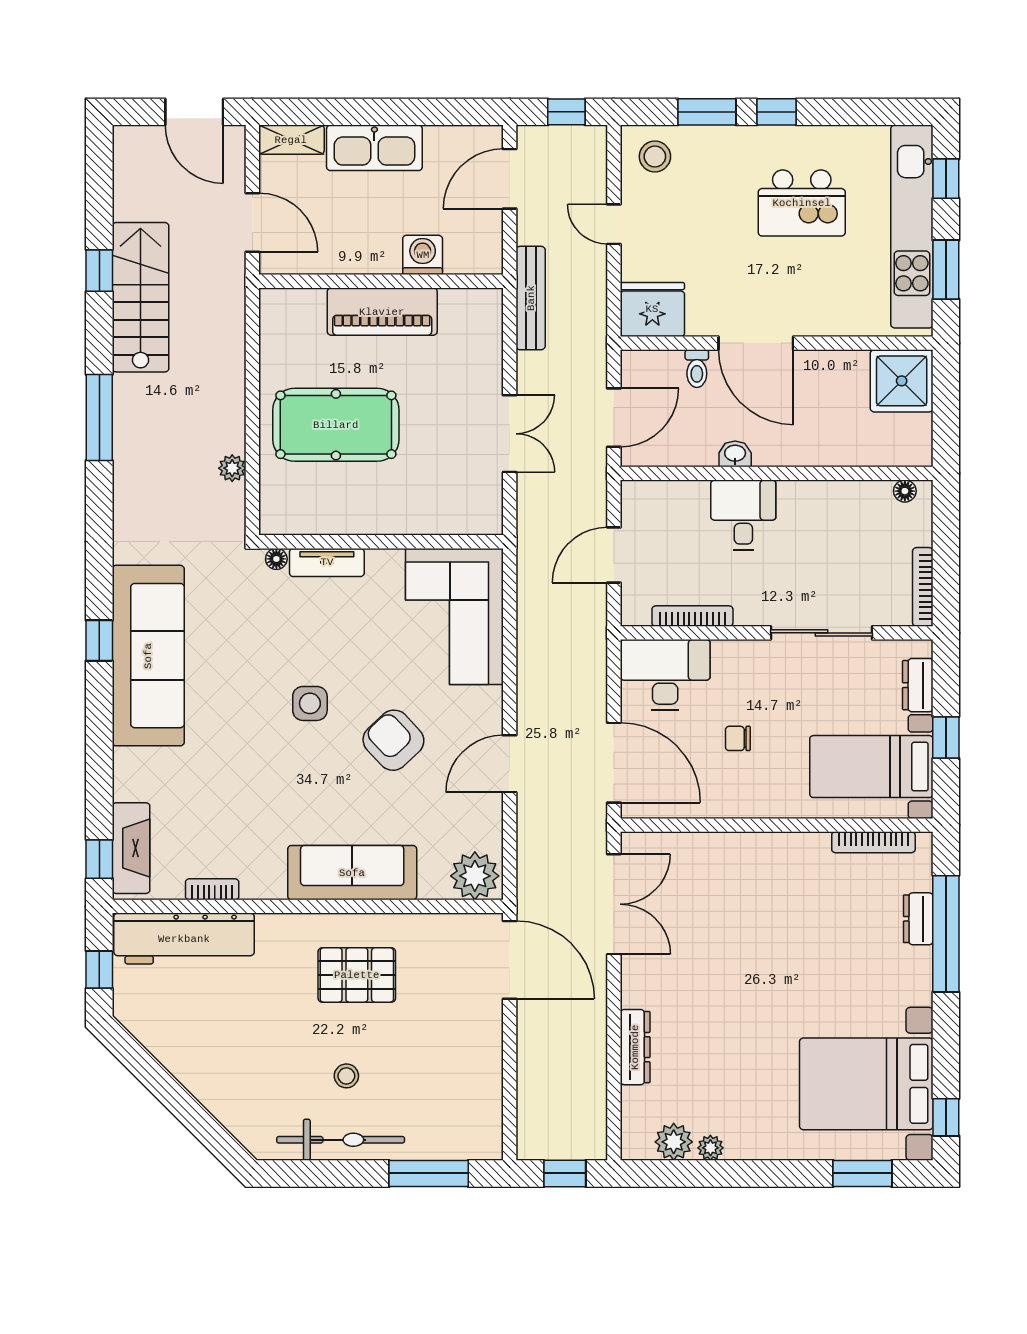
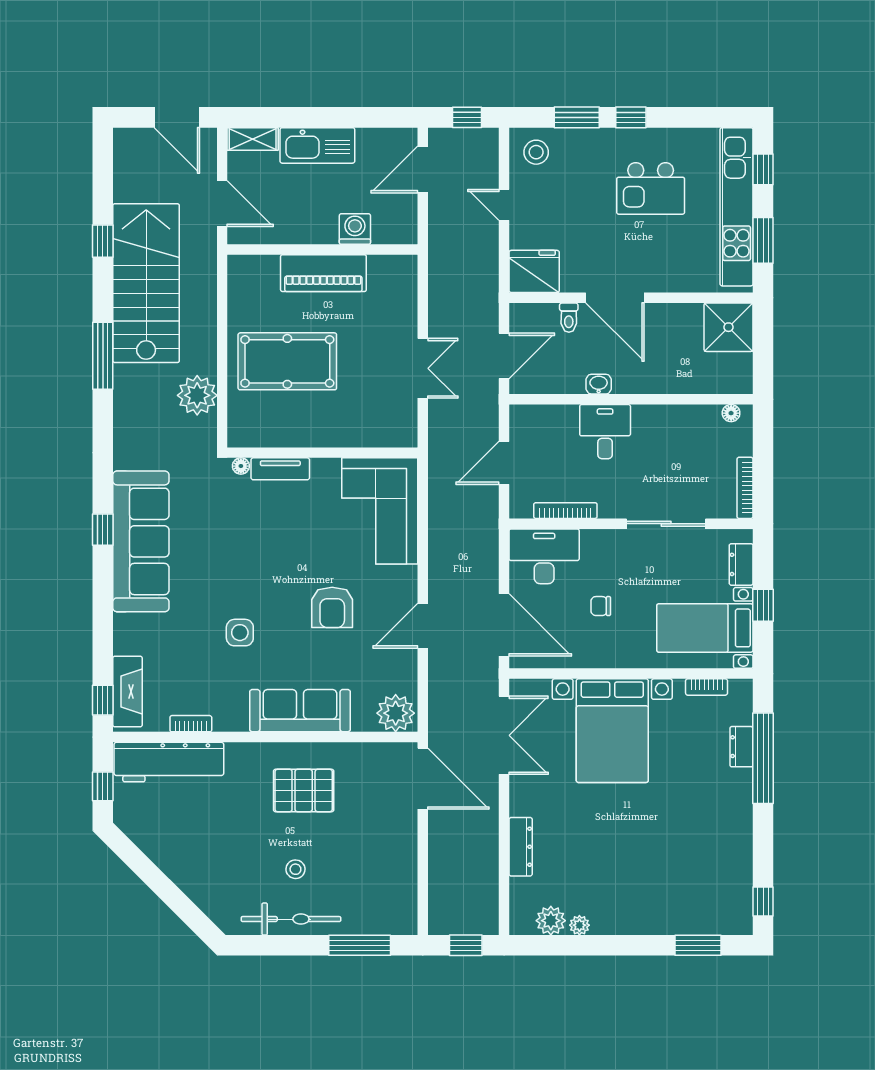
stairs: (141, 297) -> (146, 283), width x1.36, depth x1.51
bench: (531, 298) -> (439, 263), removed
plant: (232, 468) -> (197, 395), width x1.88, depth x1.88
side table: (310, 703) -> (240, 633), moved
armchair: (393, 740) -> (332, 607), turned -137
bookcase: (873, 842) -> (707, 687), width x0.64
bed with nightstands: (866, 1084) -> (612, 731), moved, turned -90

